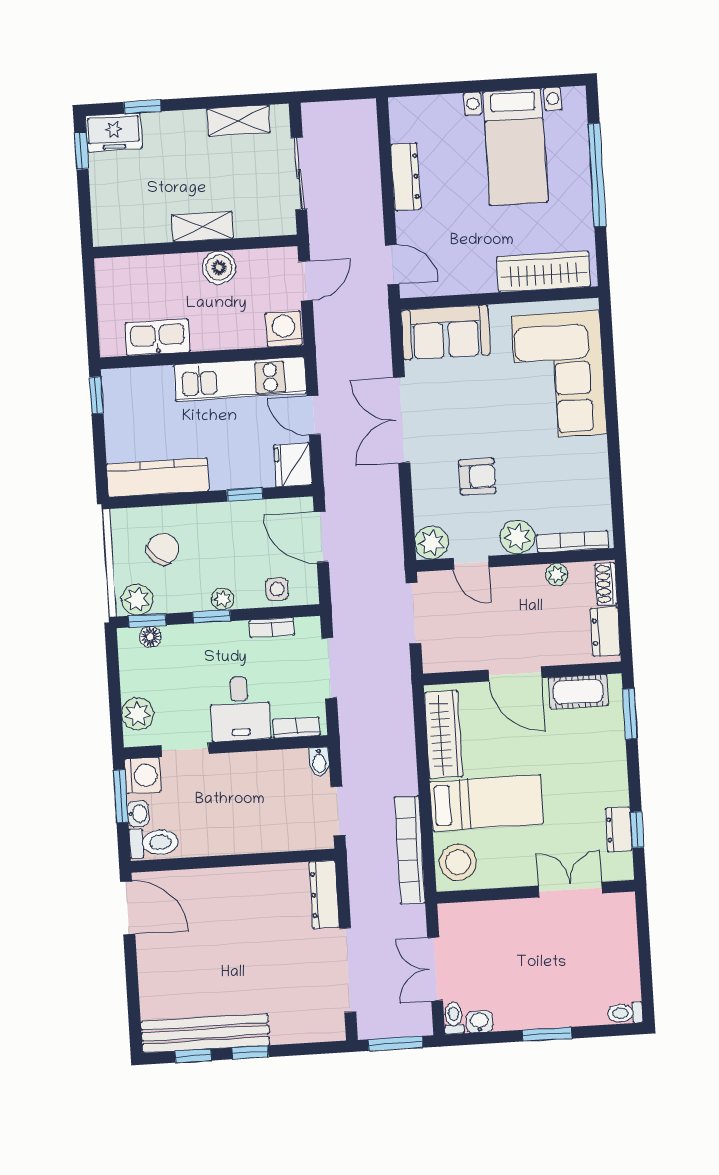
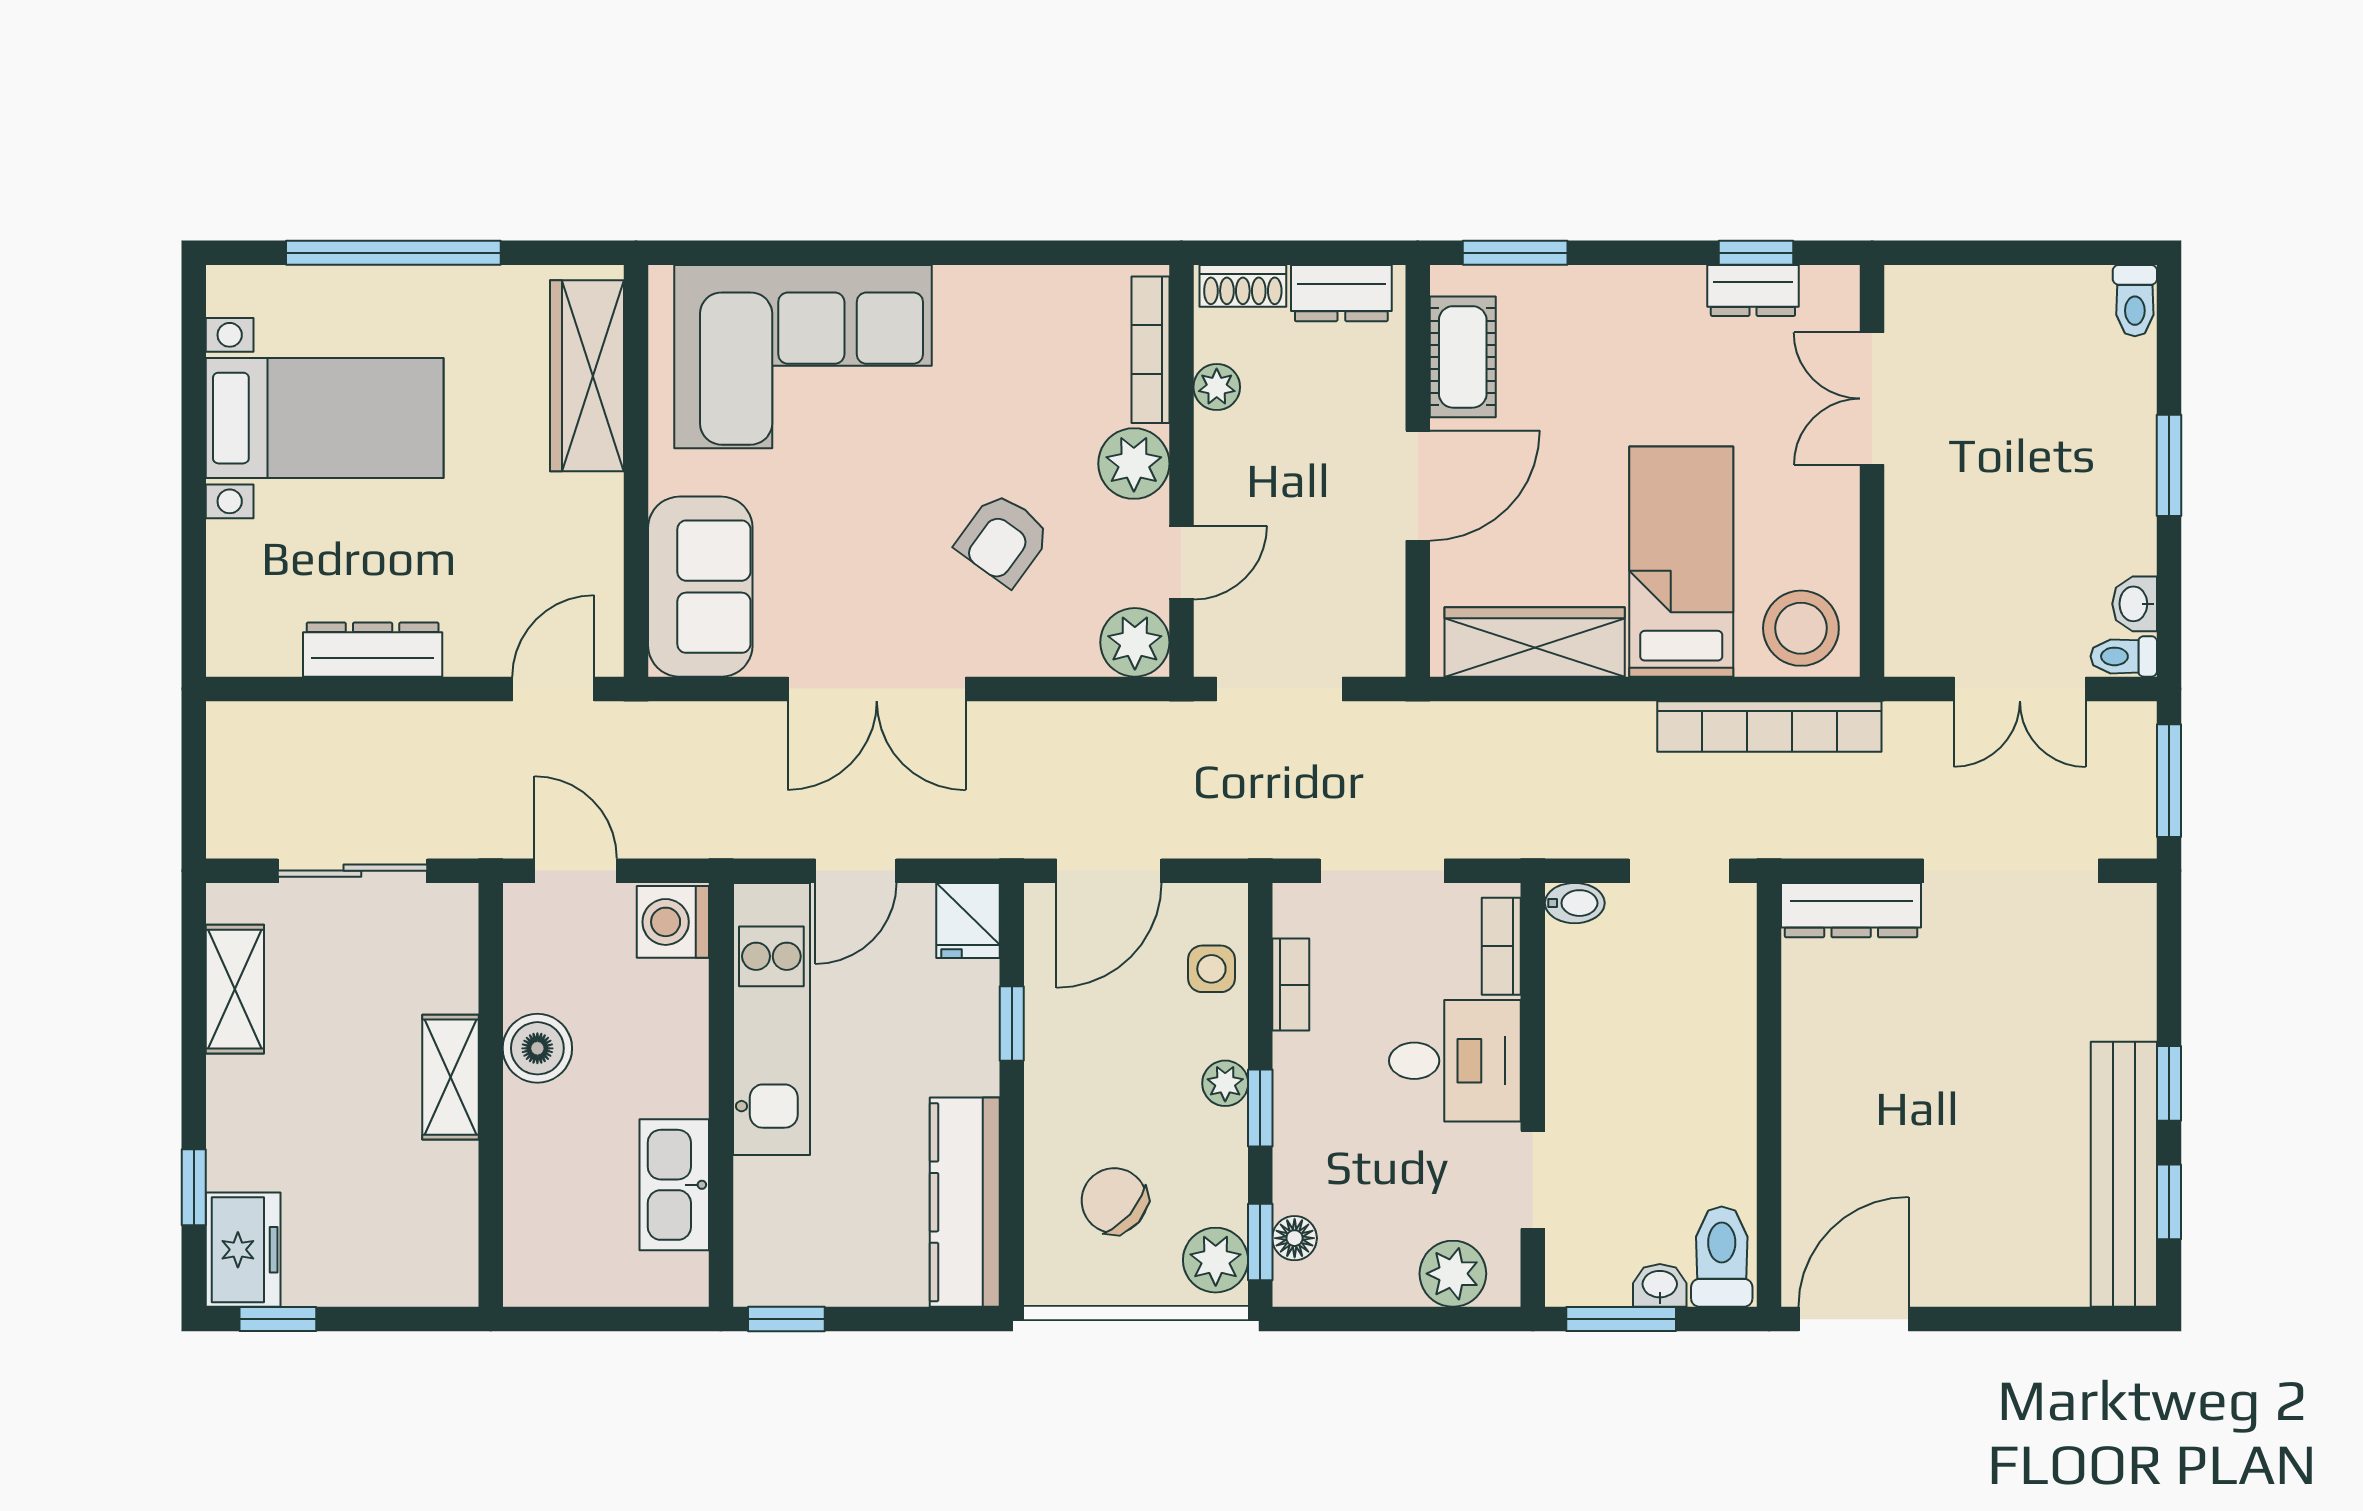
fridge: (293, 465) -> (968, 920), width x0.72
armchair: (477, 476) -> (1003, 539), turned -144
washing machine: (143, 775) -> (1581, 1271), removed

